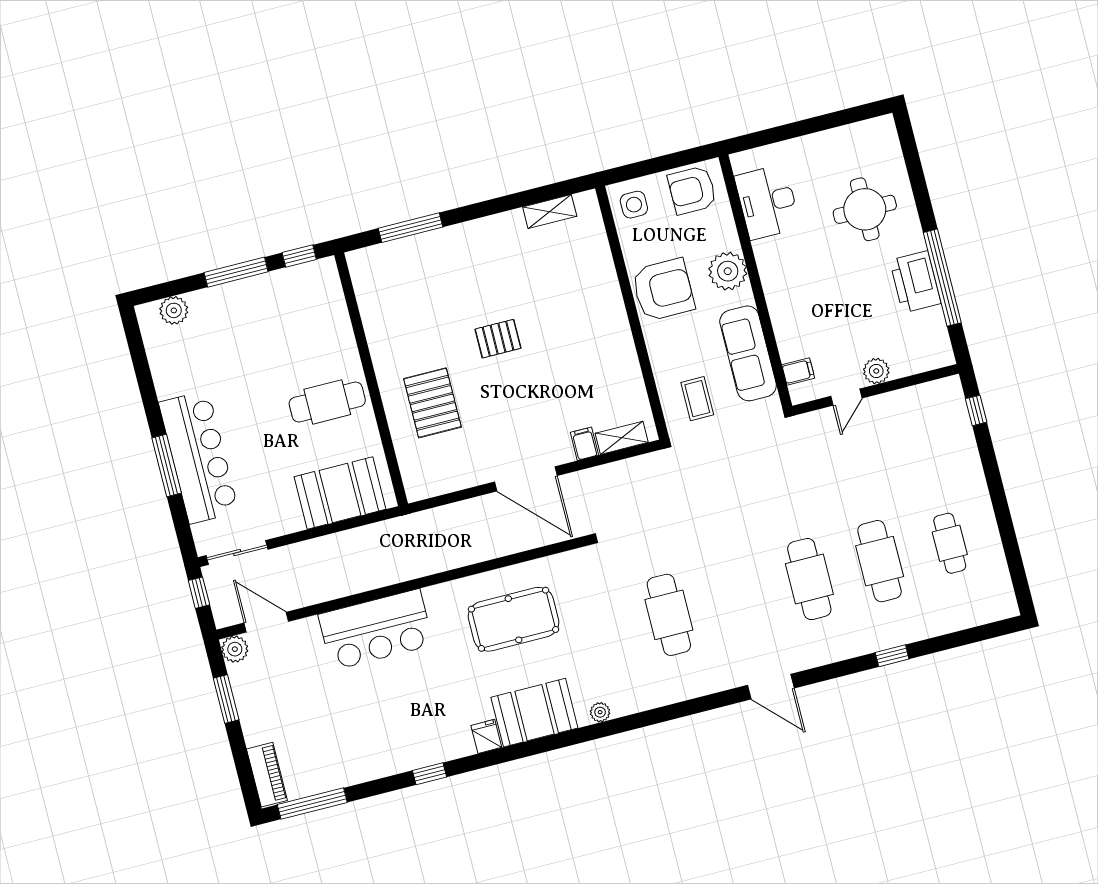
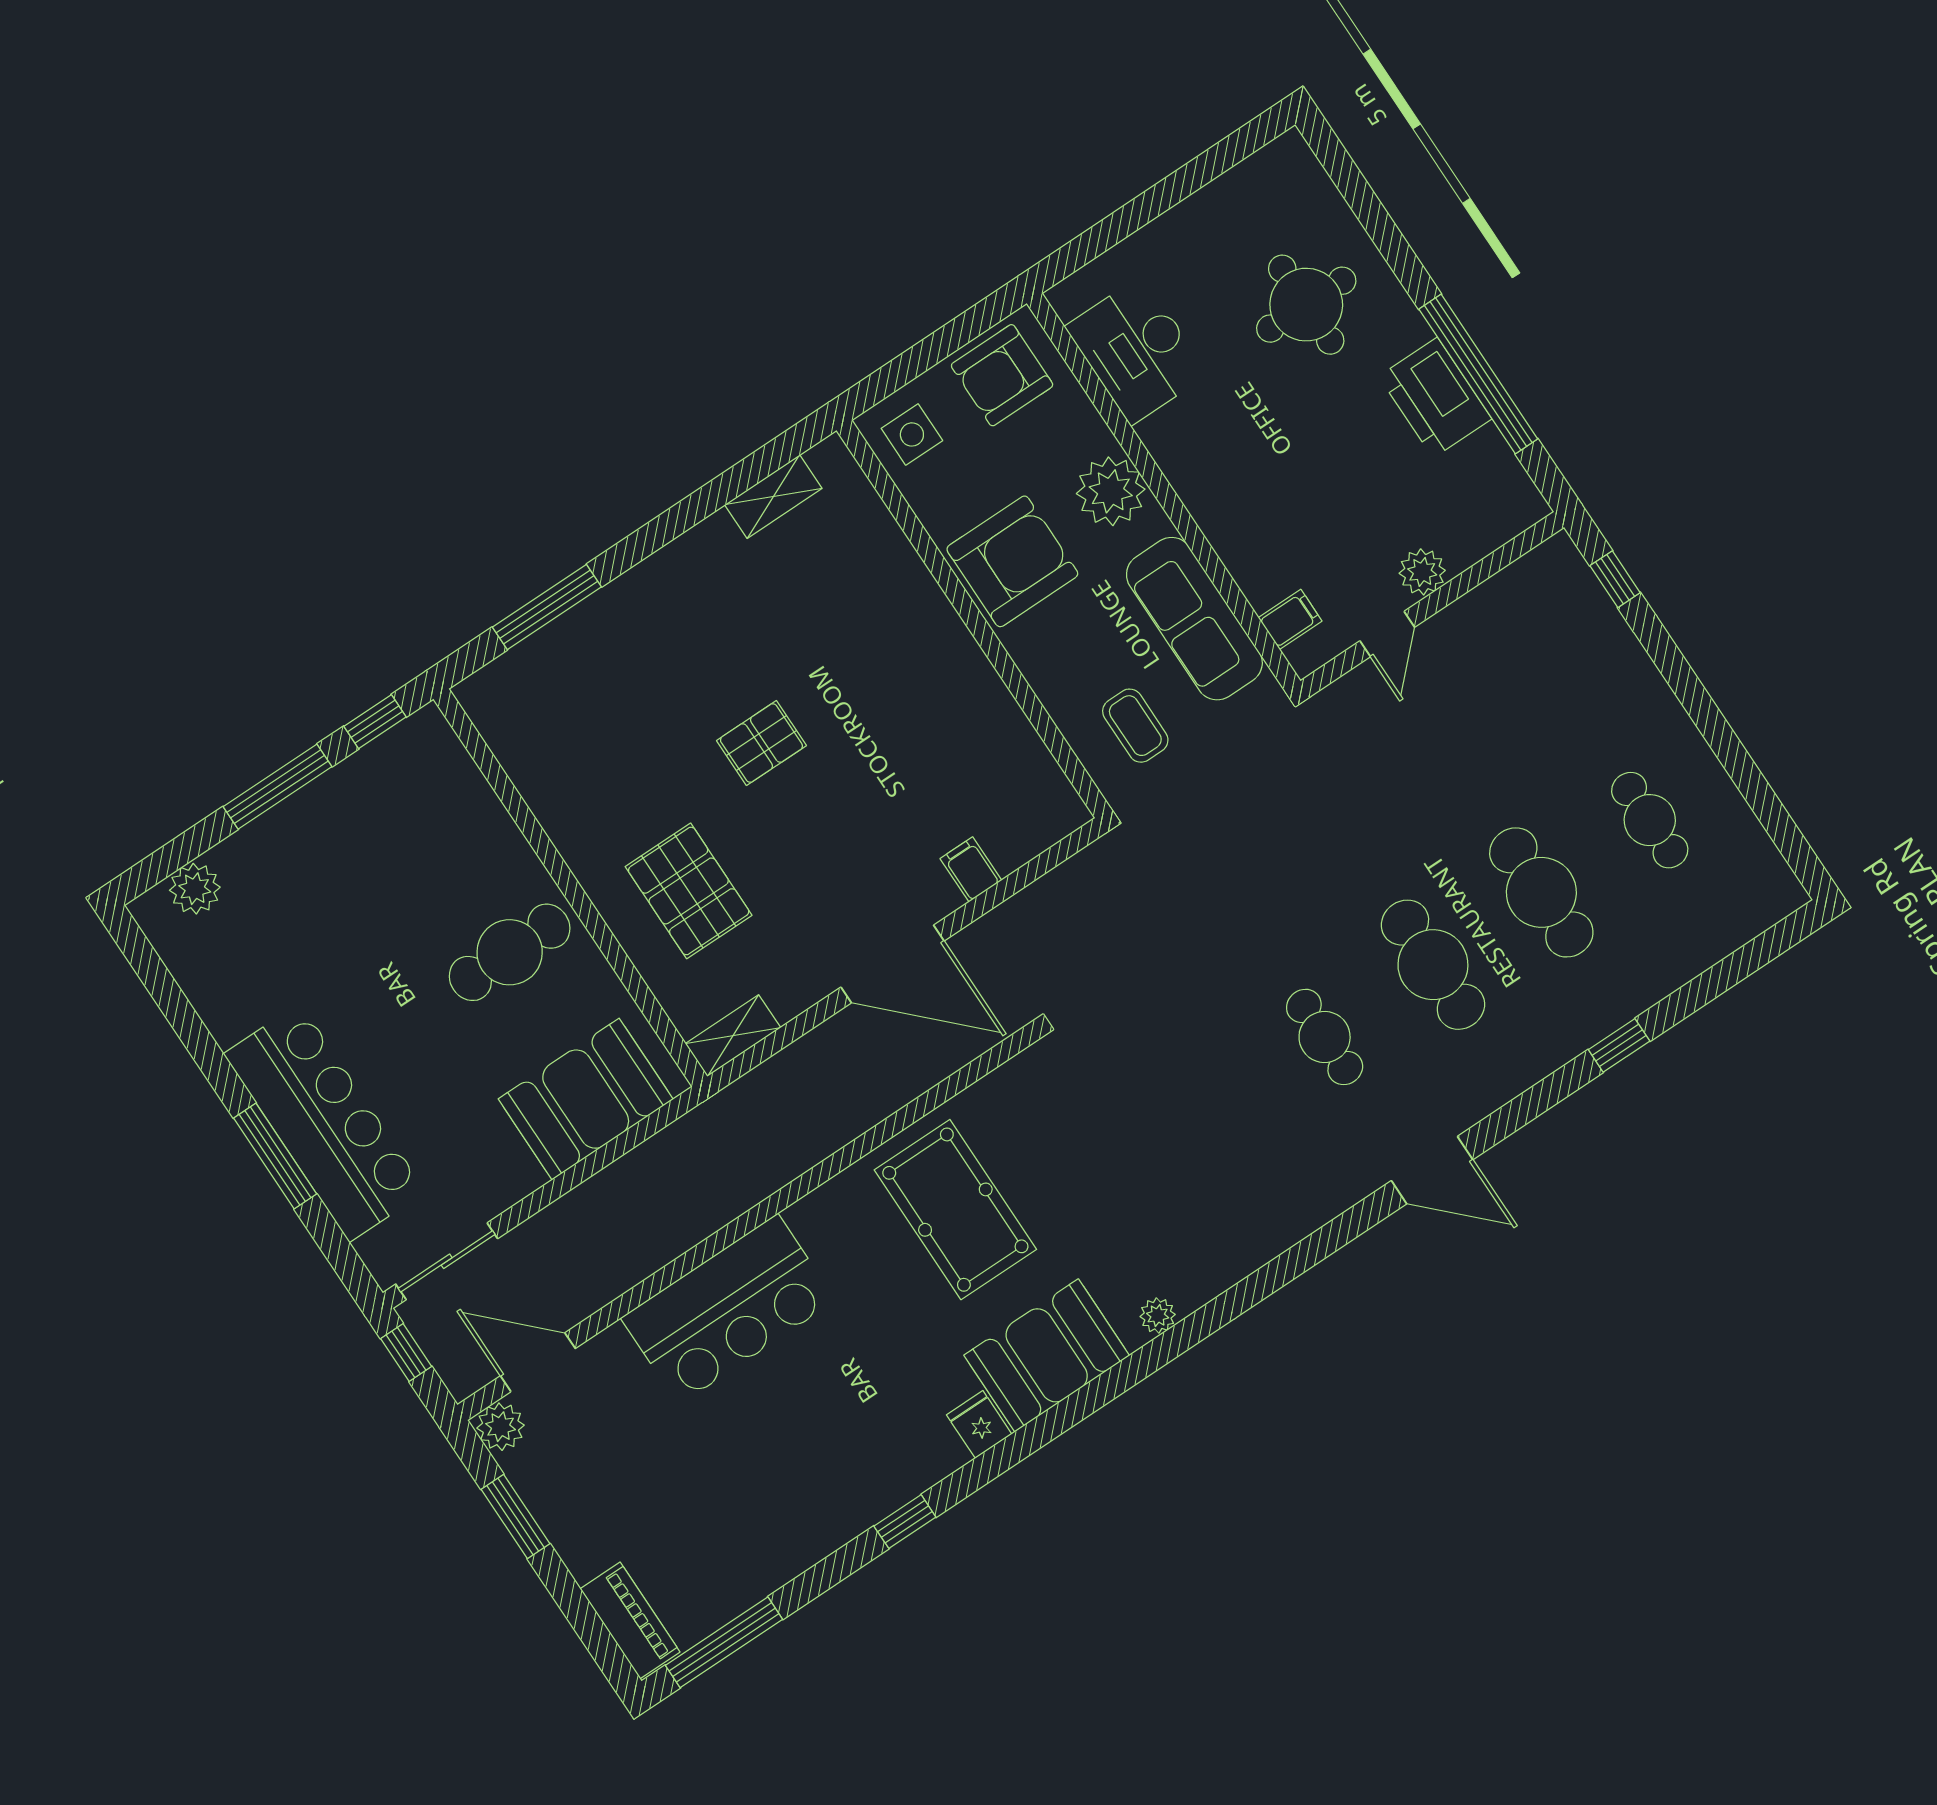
shelving: (622, 438) -> (733, 1036), moved
cafe table: (669, 615) -> (1325, 1037), moved, width x0.73, depth x0.74
pool table: (514, 619) -> (955, 1210), turned 90

